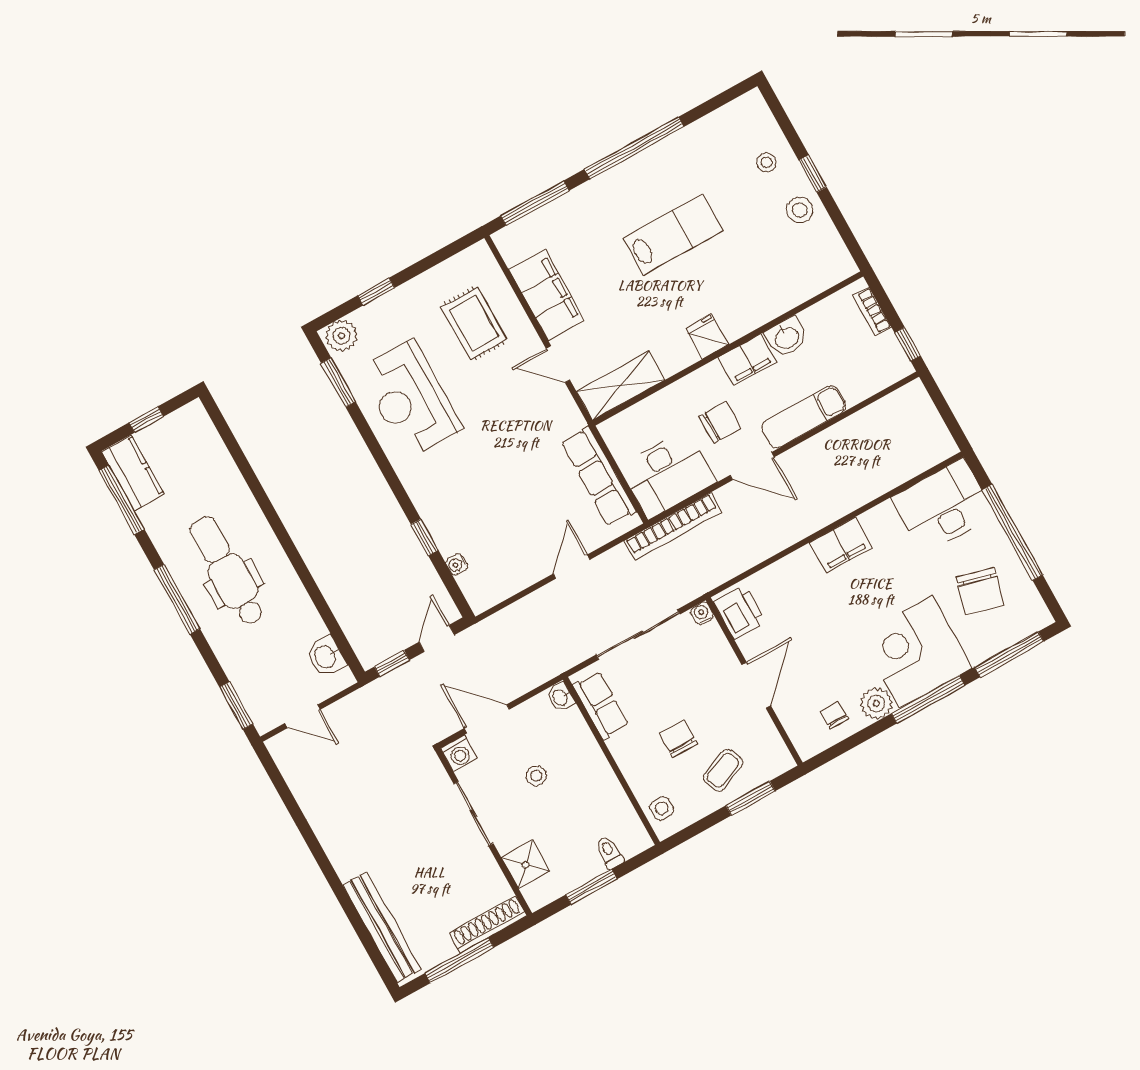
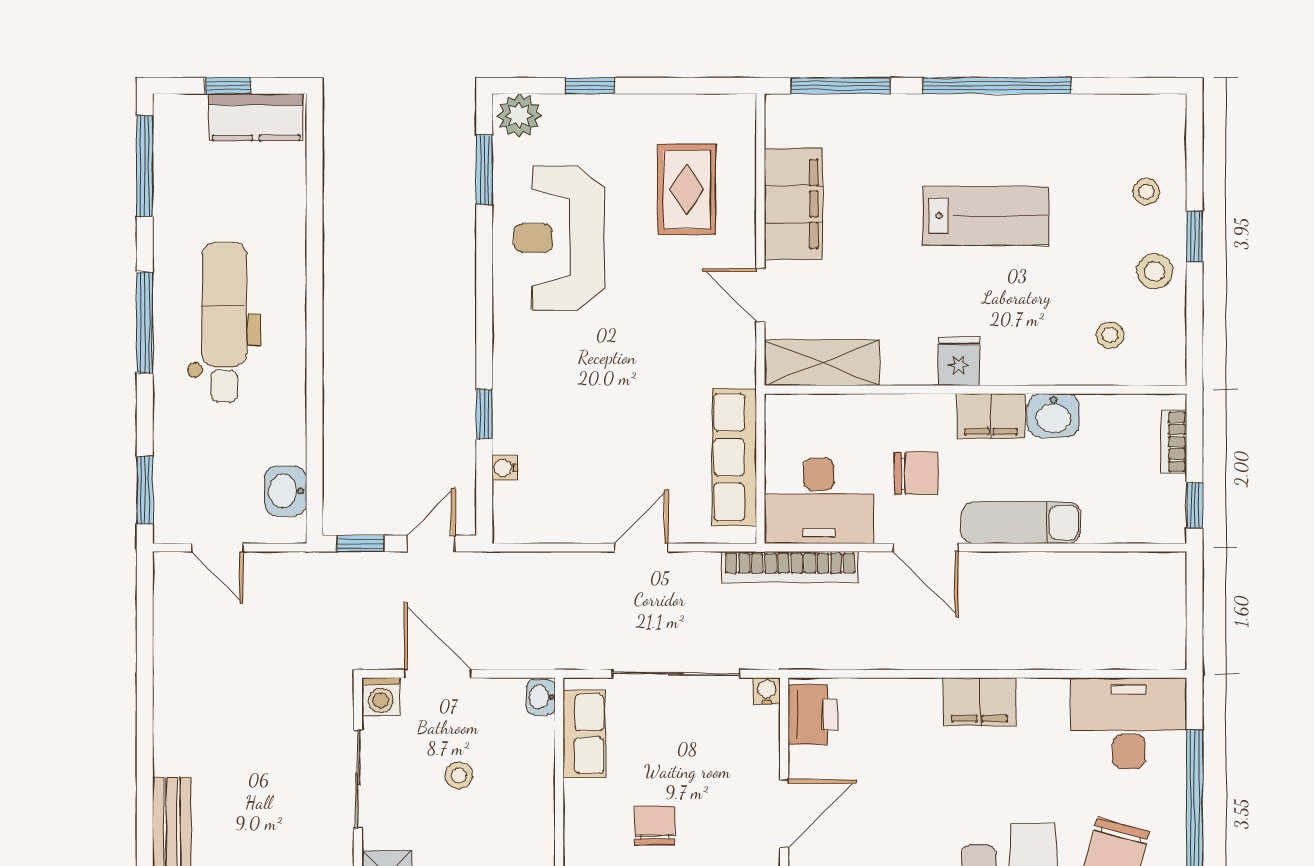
stool: (794, 266) -> (1110, 335), added
kitchen counter: (133, 473) -> (256, 117), moved, turned 90

